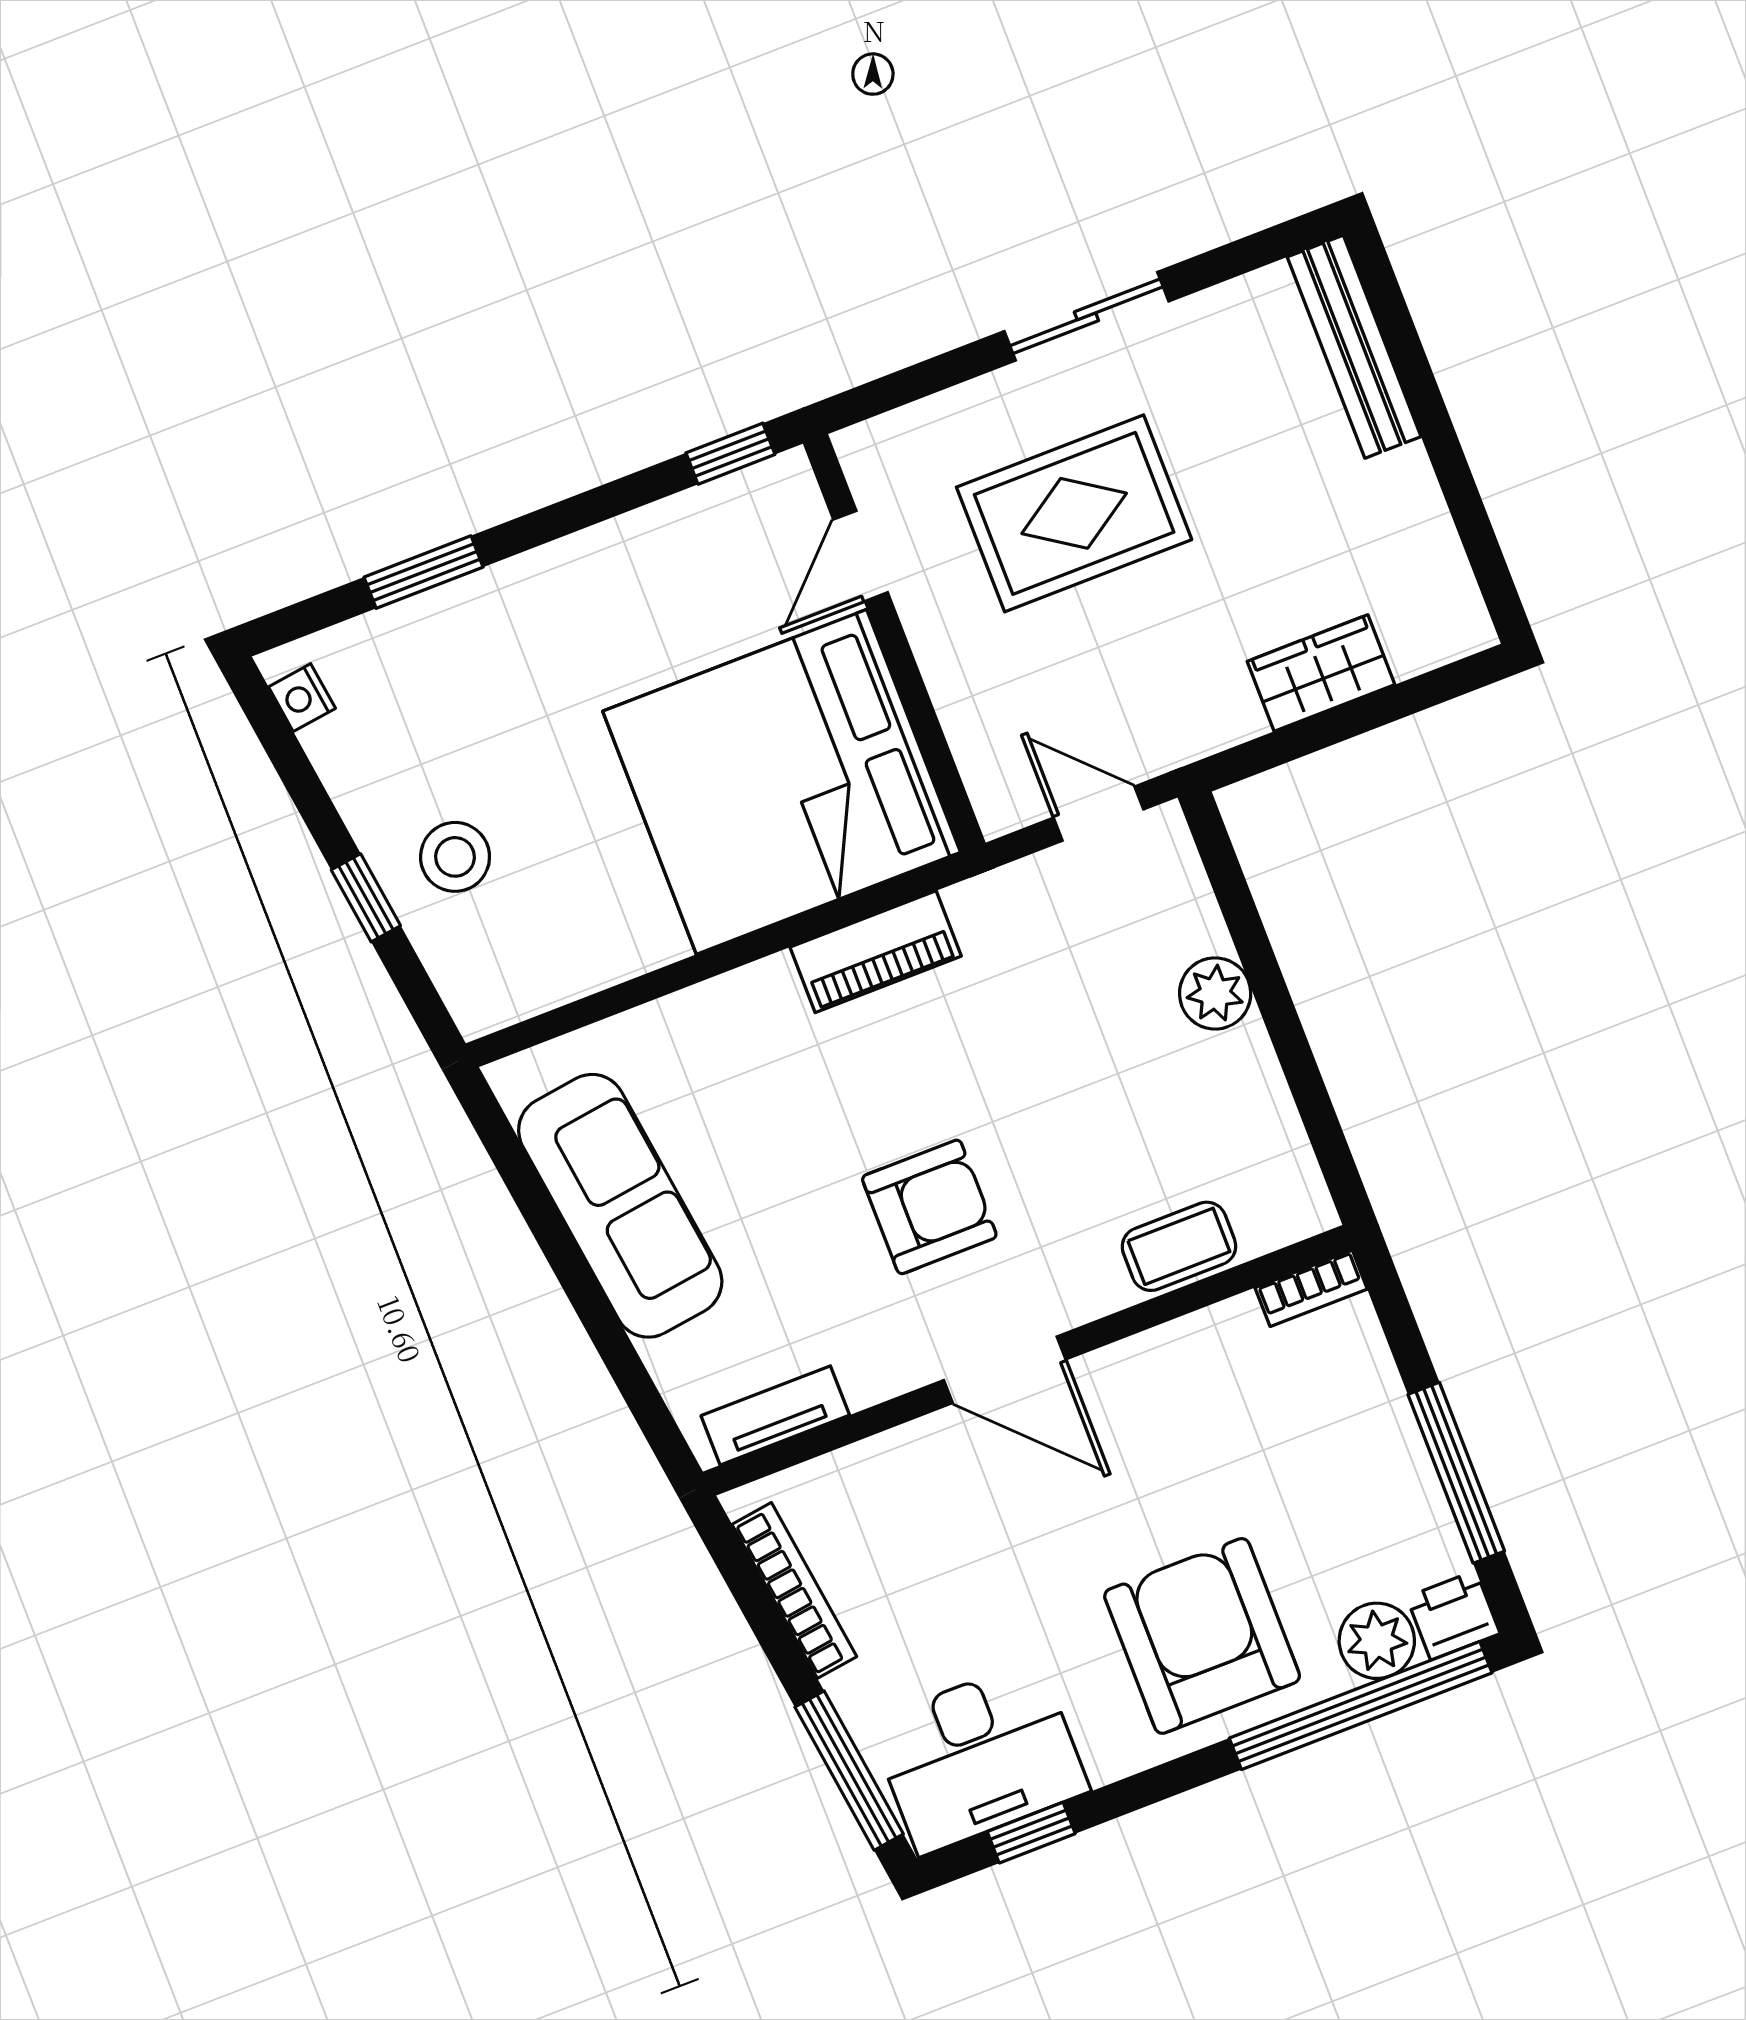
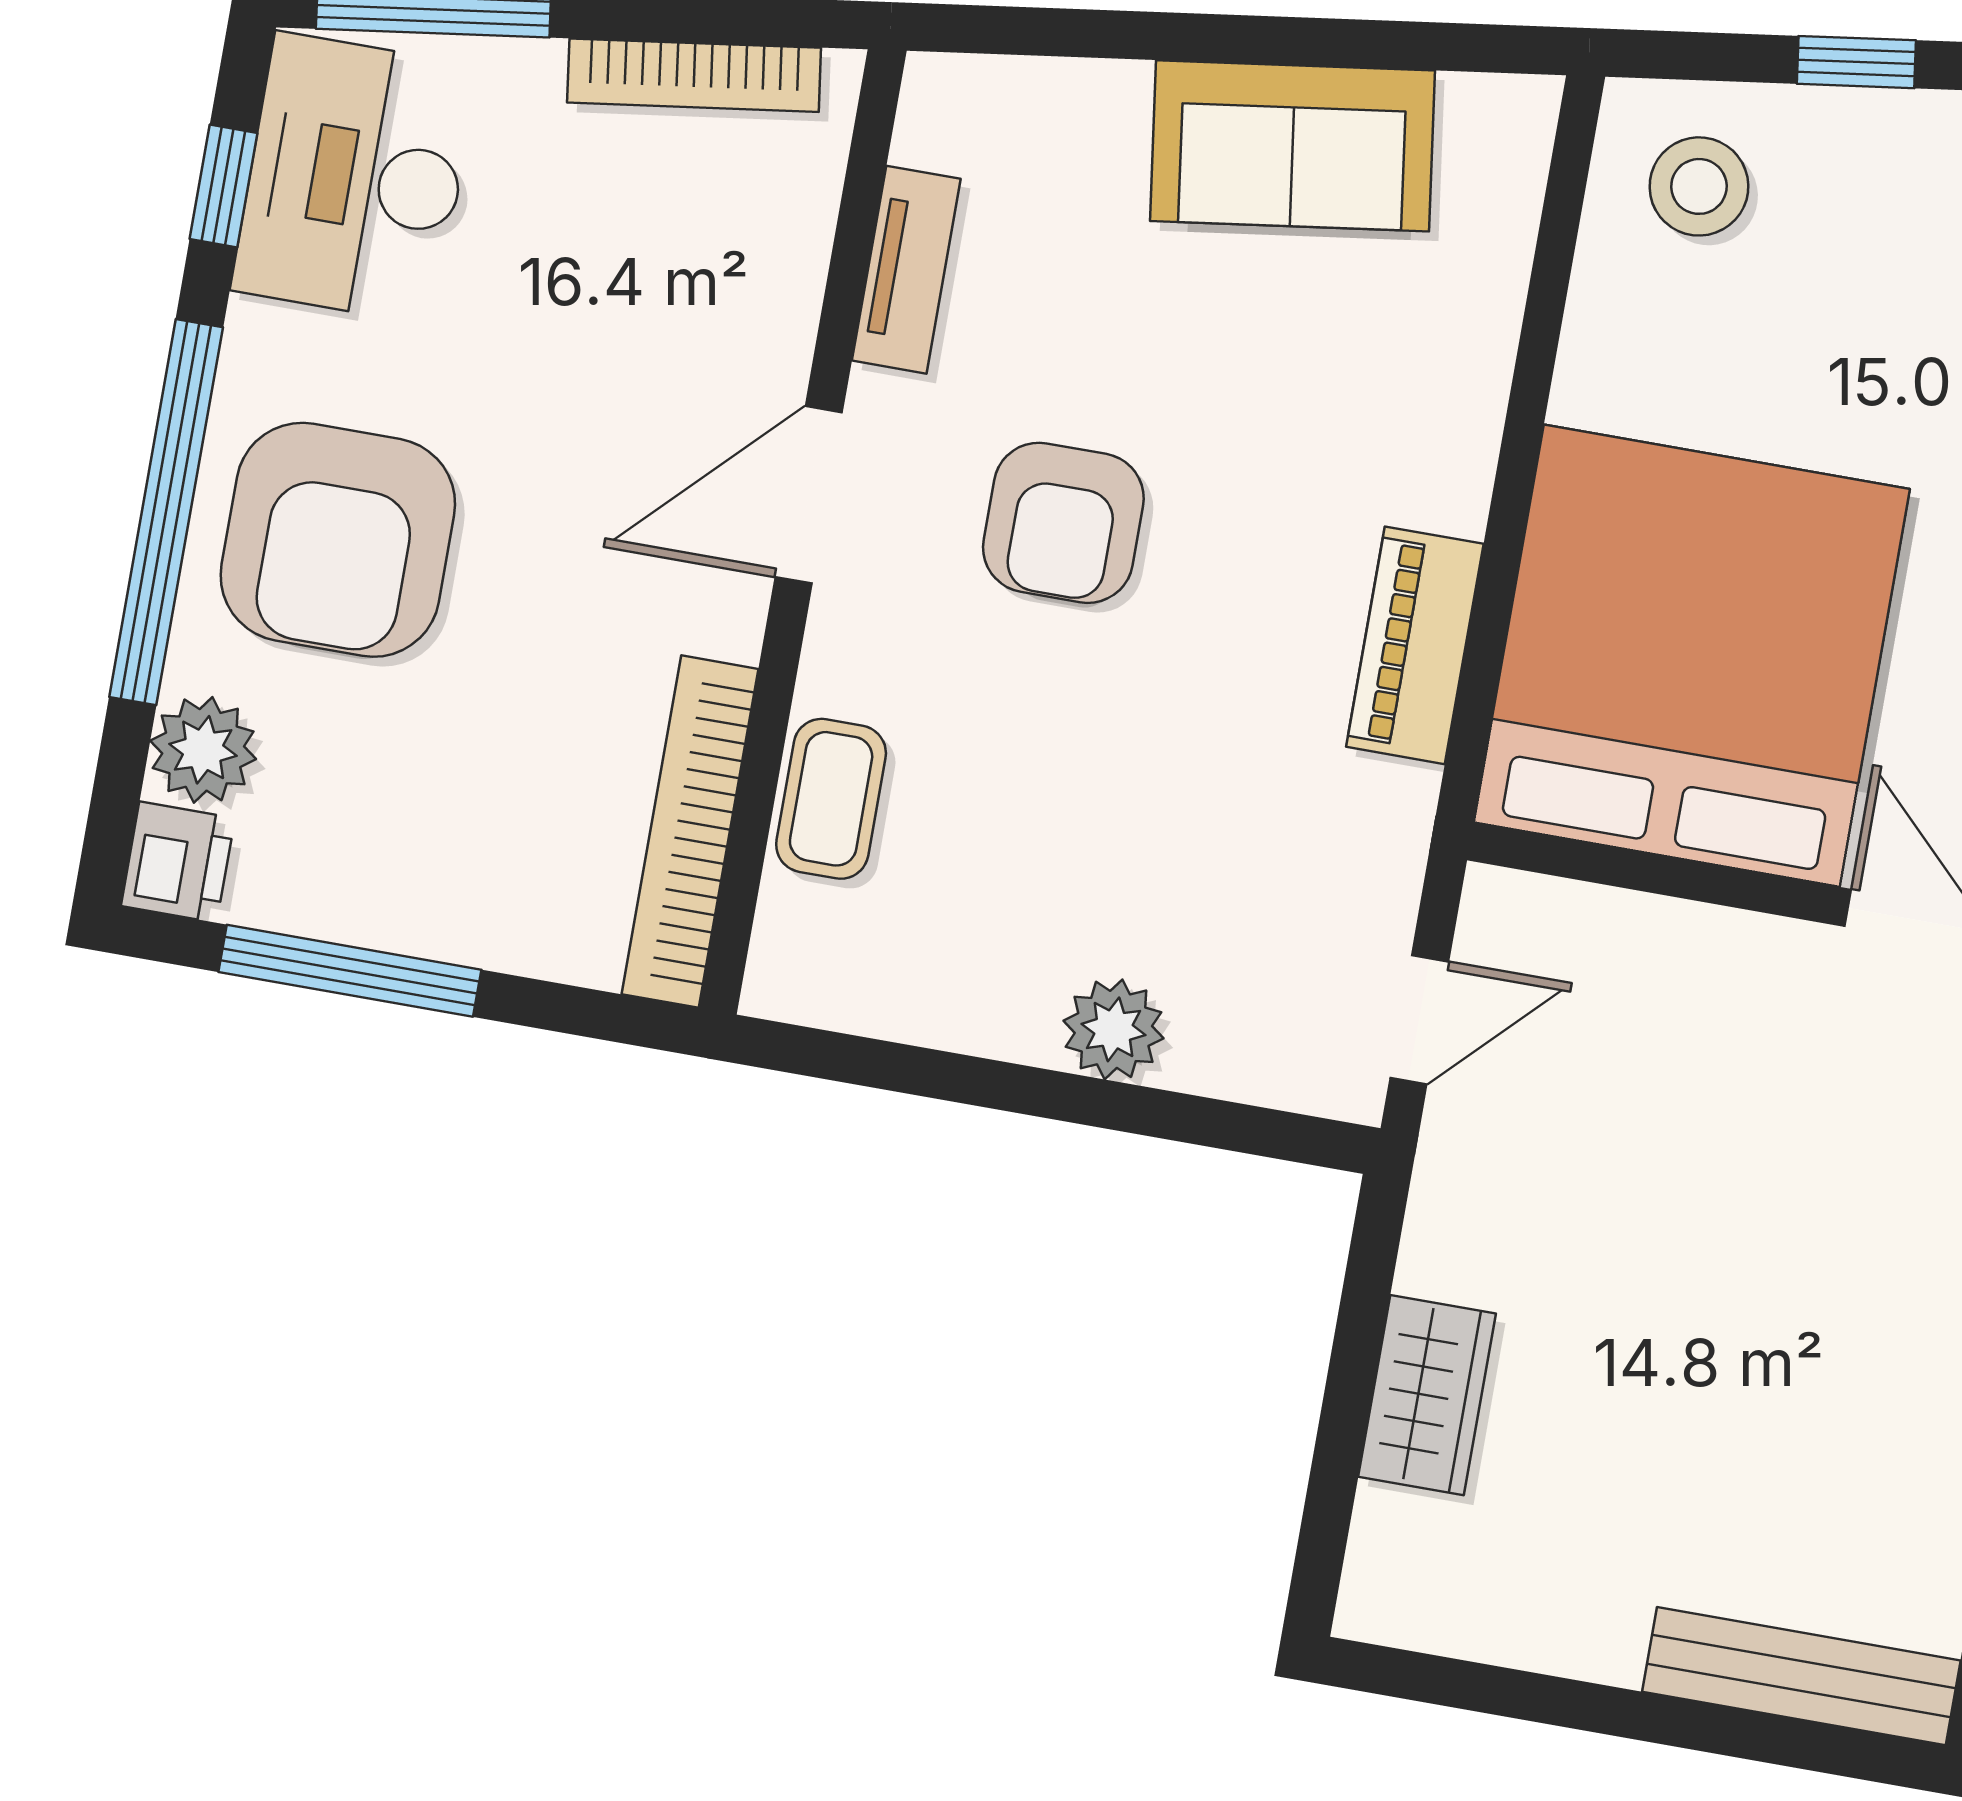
rug: (1074, 513) -> (1804, 1211), removed
stool: (455, 857) -> (1699, 186), moved
sofa: (620, 1206) -> (1293, 146), width x0.73
bookcase: (1311, 1288) -> (690, 832), width x2.31, depth x1.31
tv unit: (775, 1415) -> (906, 270), moved
armchair: (1202, 1636) -> (338, 540), turned 90
window: (1361, 1705) -> (166, 512), moved

